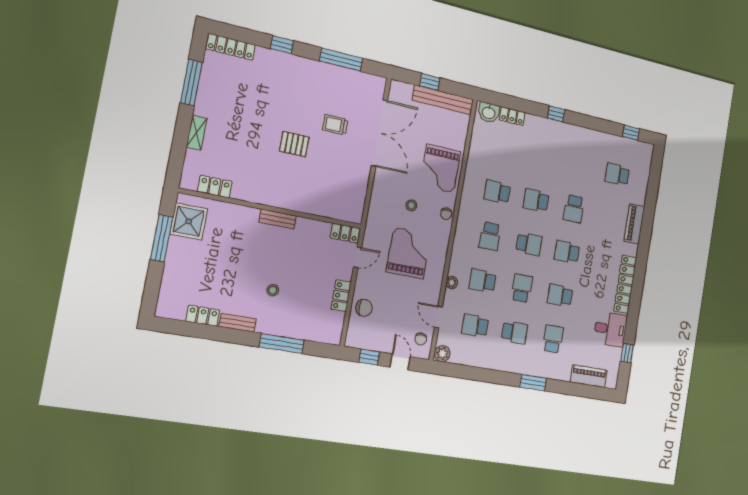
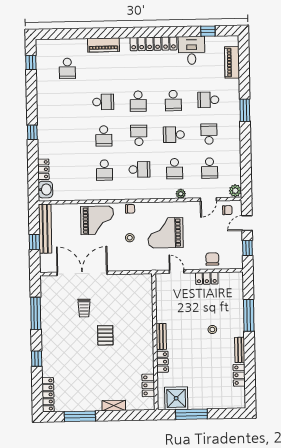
locker: (345, 233) -> (162, 362), moved

